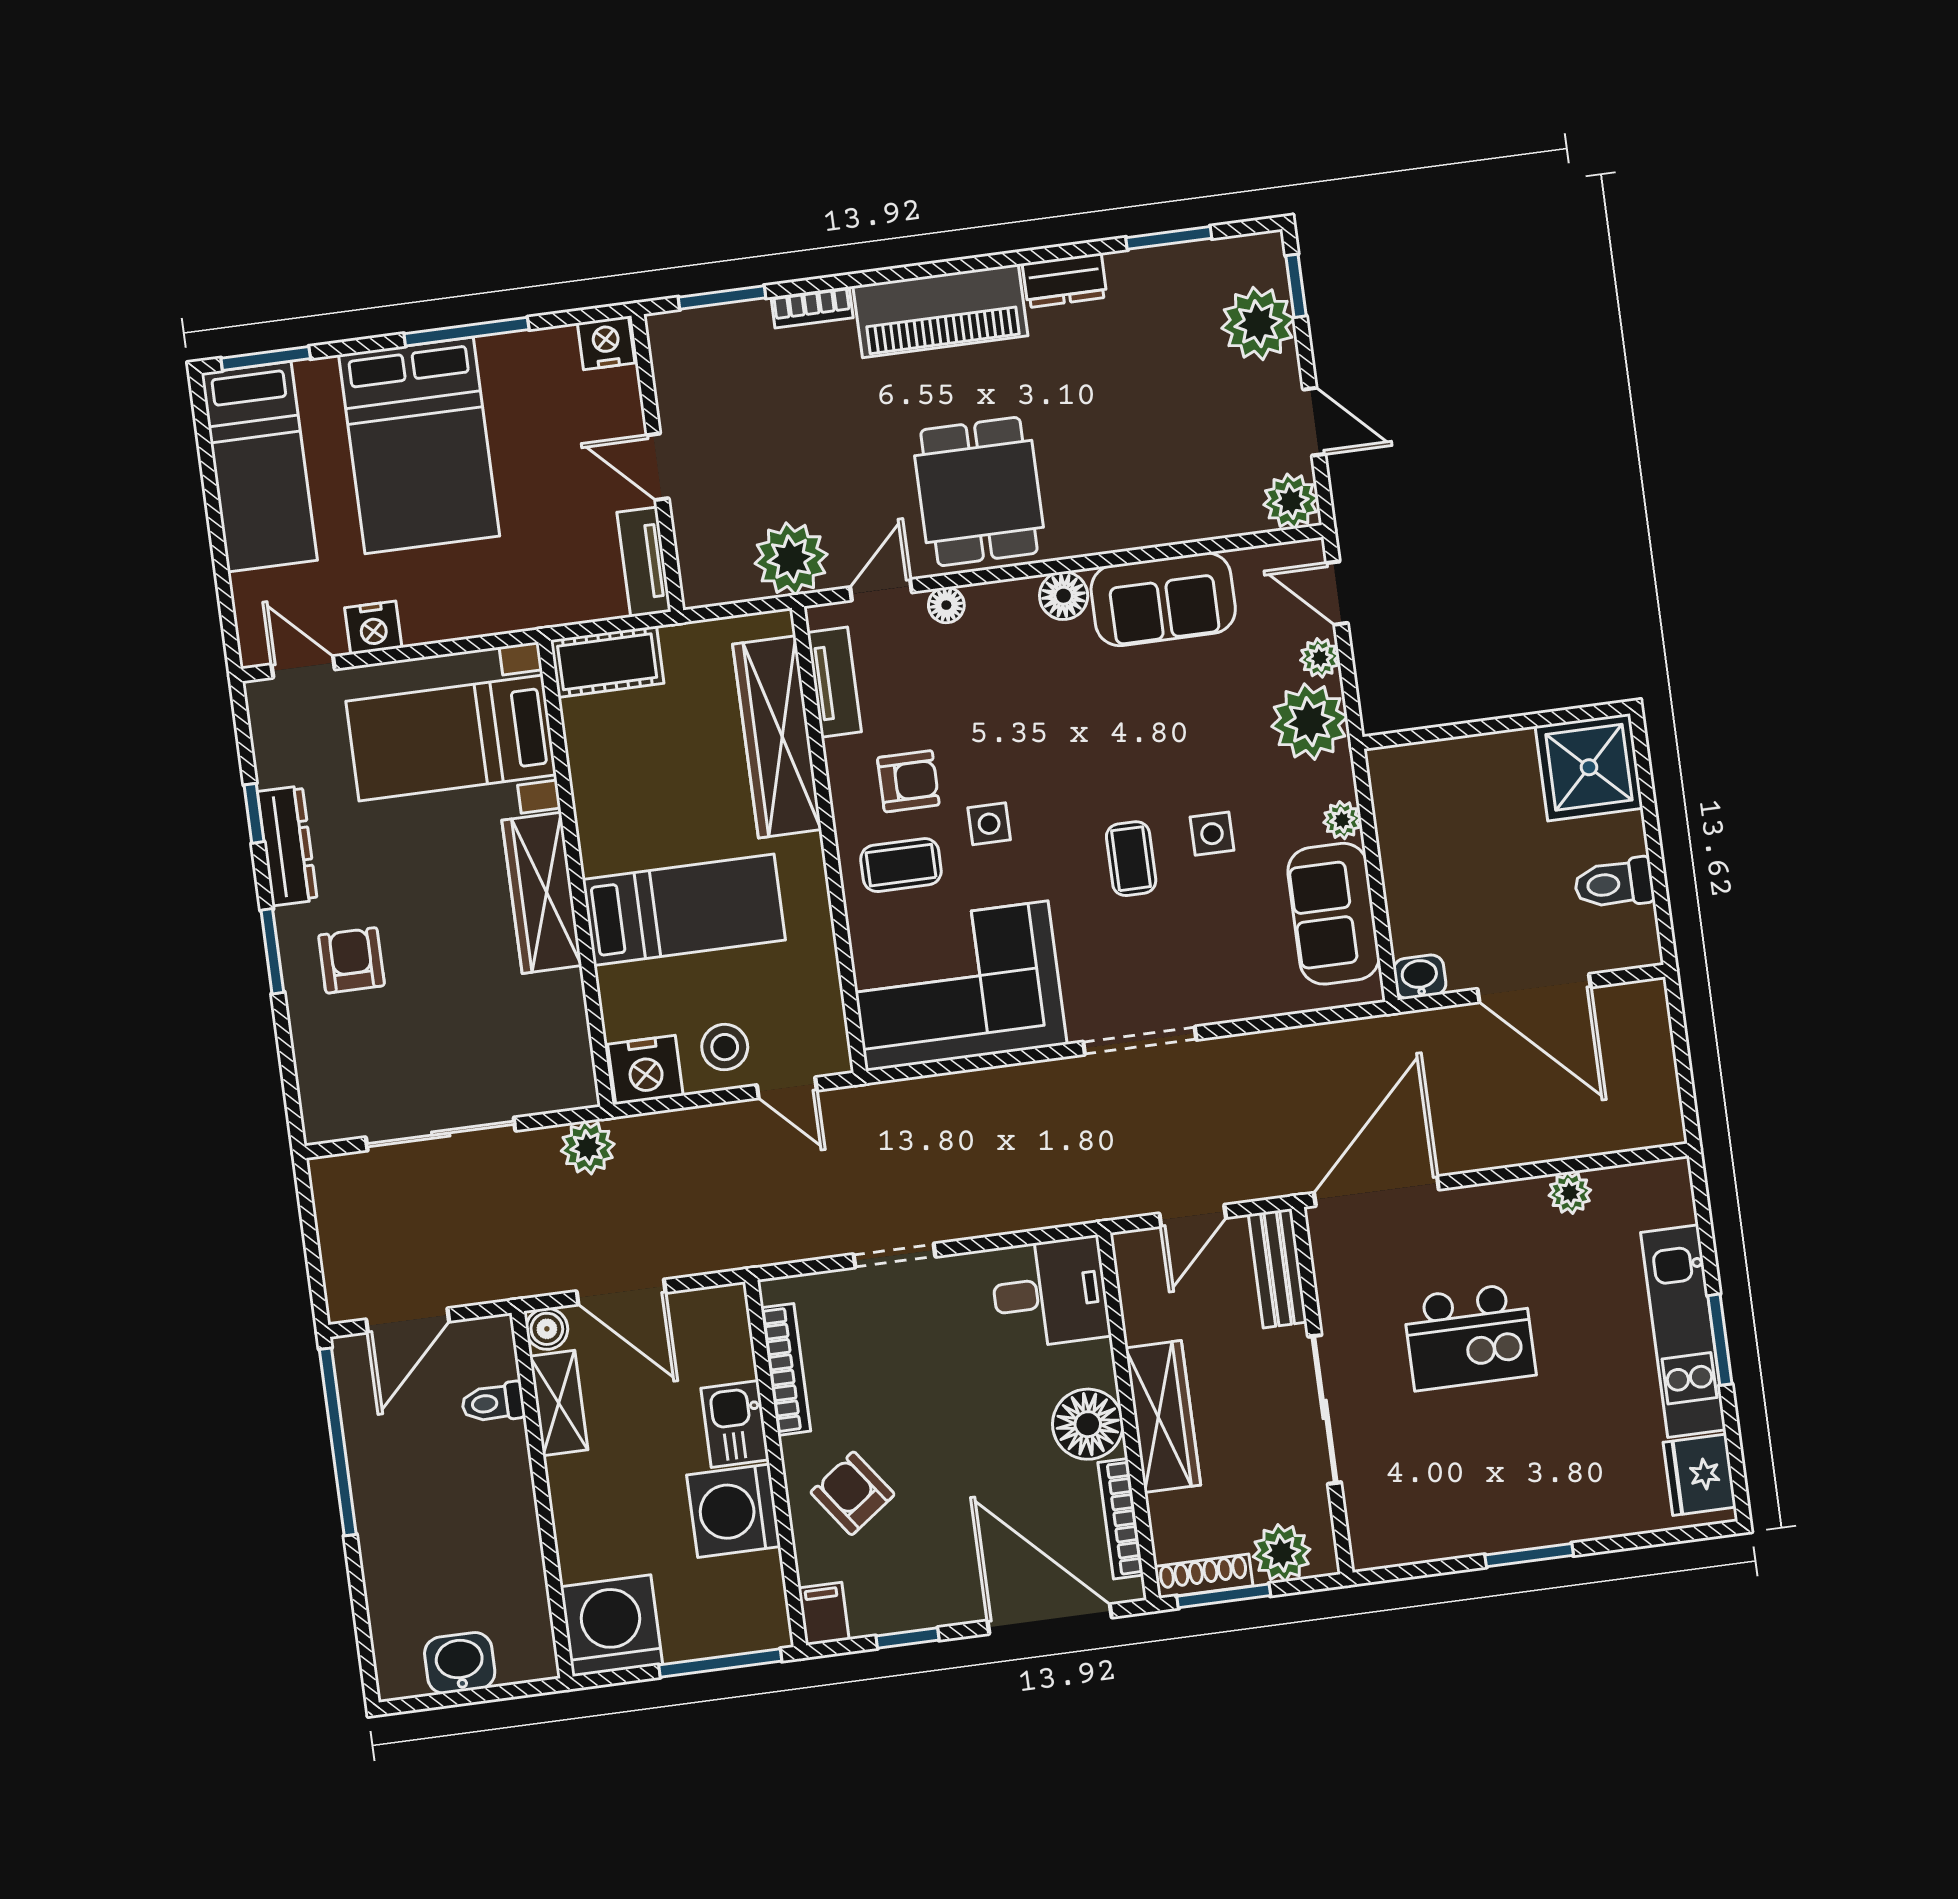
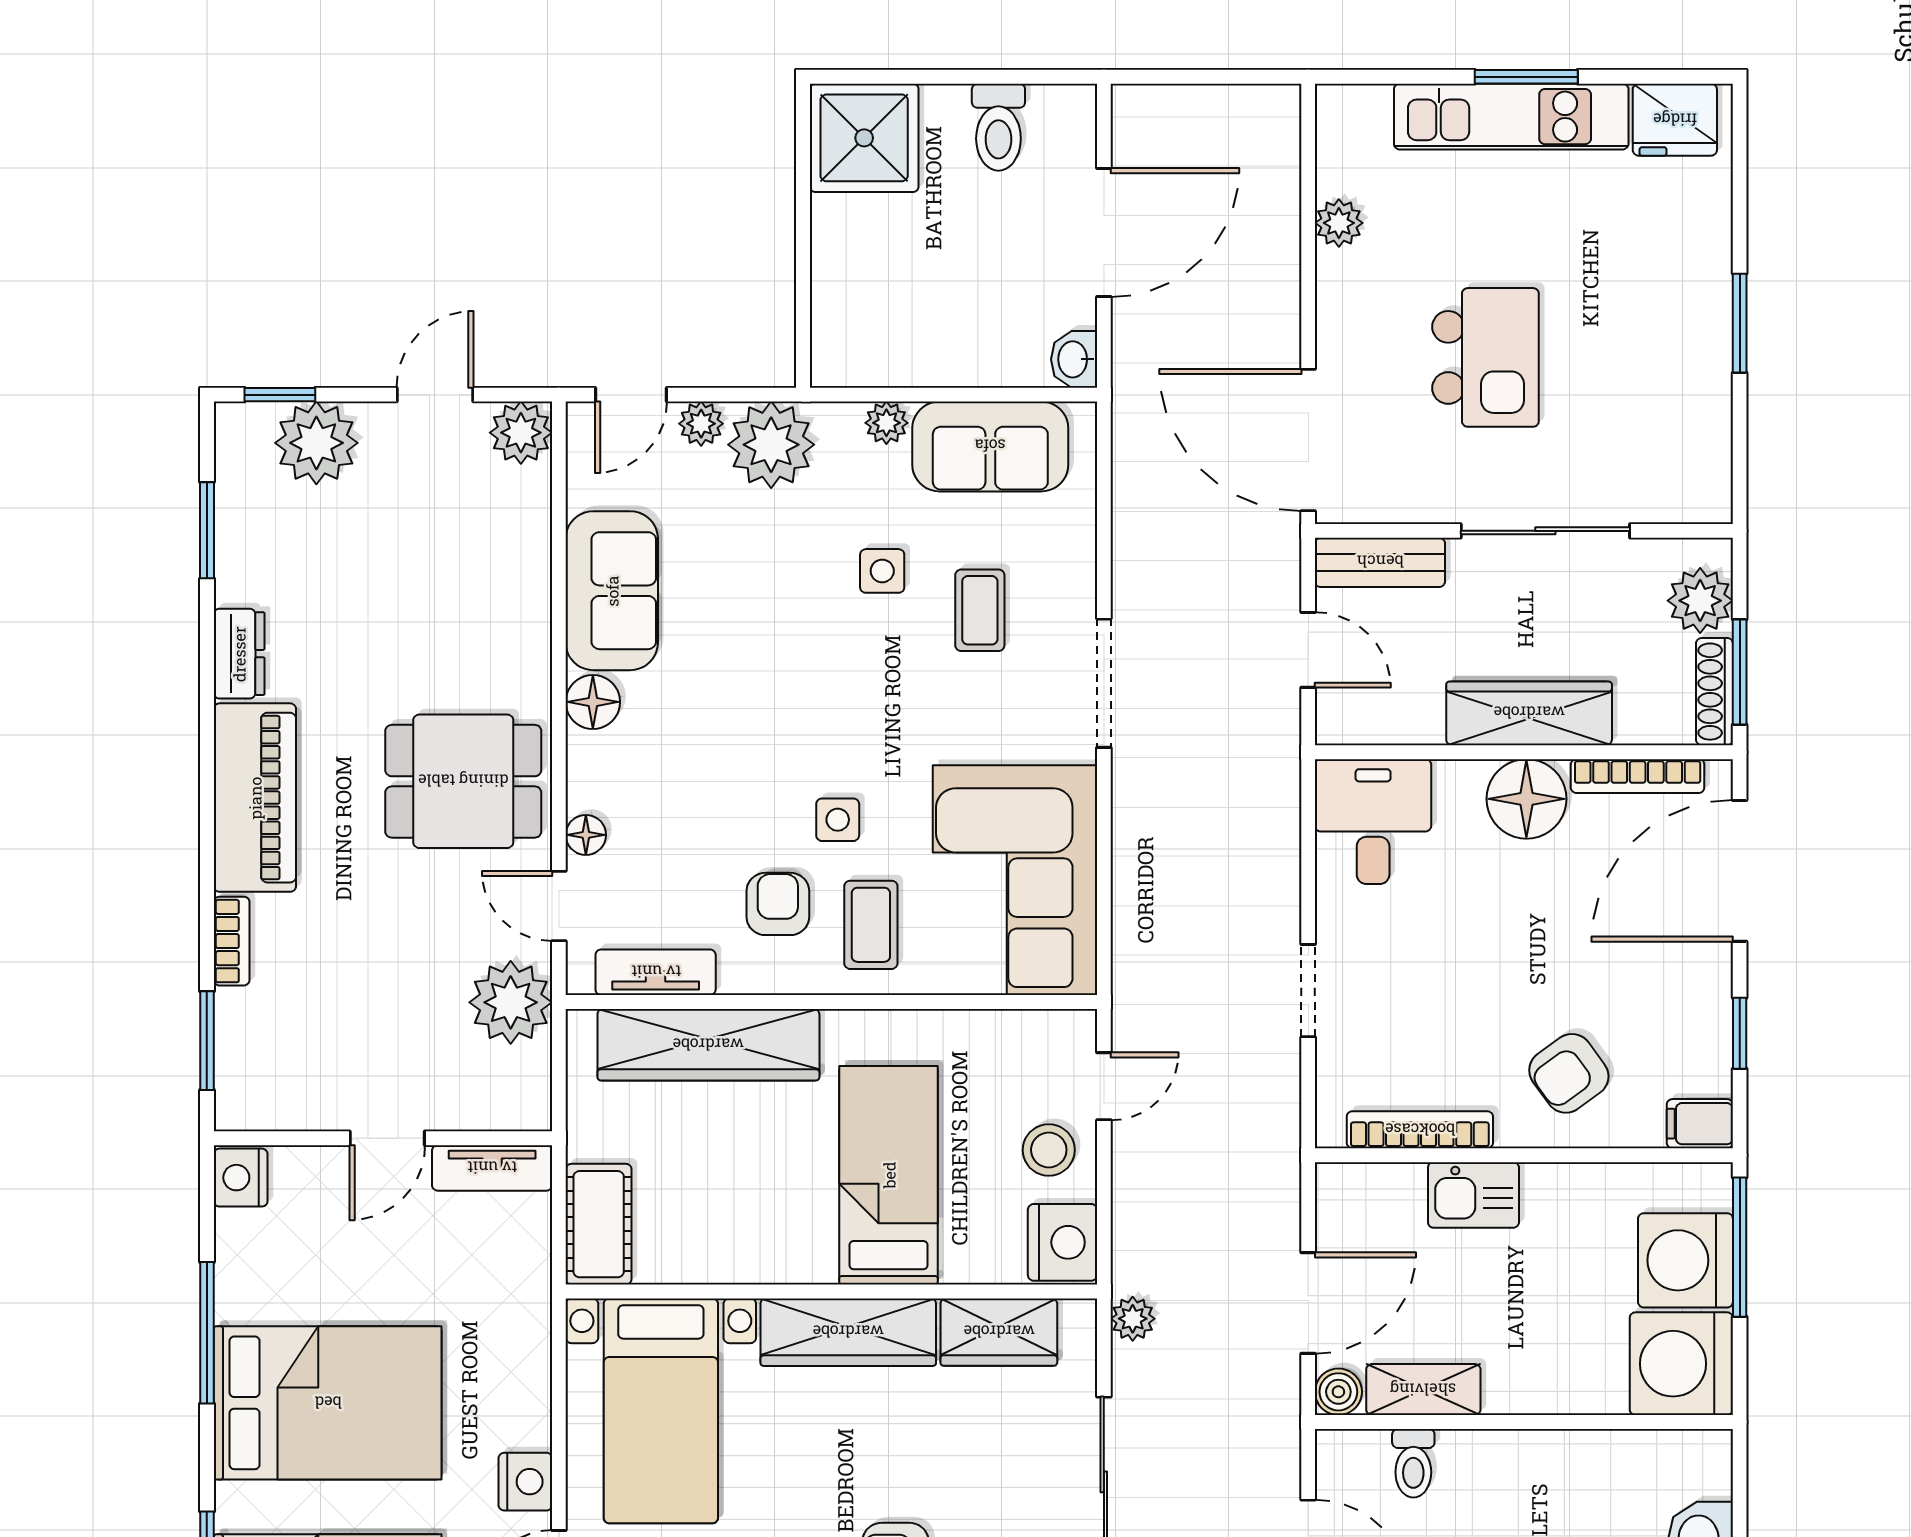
coffee table: (1131, 859) -> (980, 610), moved, turned 90
wardrobe: (559, 1025) -> (999, 1332), added
plant: (588, 1147) -> (1133, 1319), width x0.73, depth x0.73
washing machine: (734, 1511) -> (1685, 1260), moved, turned 90

